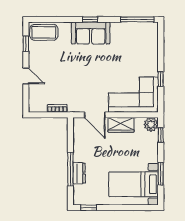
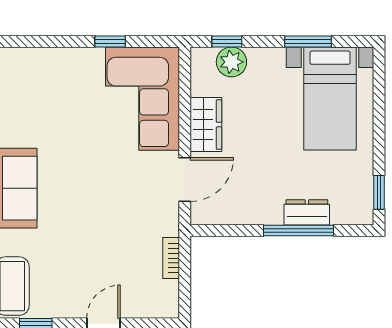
plant: (151, 125) -> (231, 62), moved

